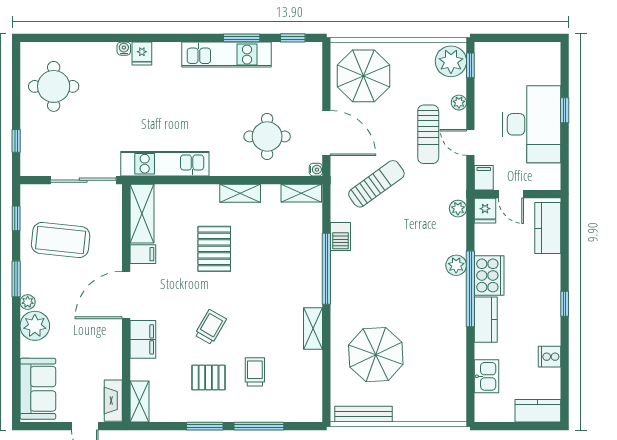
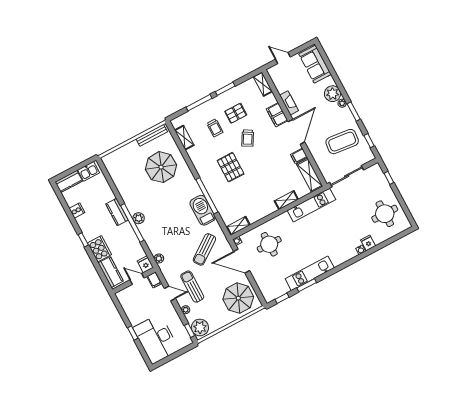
fridge: (142, 54) -> (368, 243), moved
desk: (532, 124) -> (156, 339), moved
shelving: (240, 193) -> (286, 200), moved
barbecue: (340, 236) -> (203, 210), width x1.88, depth x1.53
pallet: (214, 249) -> (231, 167), moved
plant: (456, 265) -> (139, 218), moved
cooker: (489, 275) -> (99, 249), moved, turned 180
shelving: (313, 328) -> (184, 138), moved
kitchen sink: (486, 376) -> (89, 171), moved, turned -90
fireplace: (113, 401) -> (289, 103), moved

